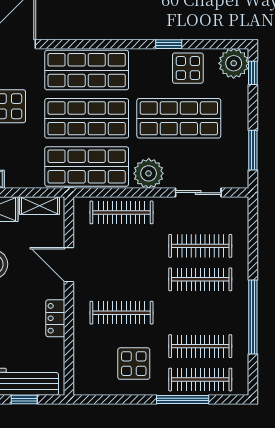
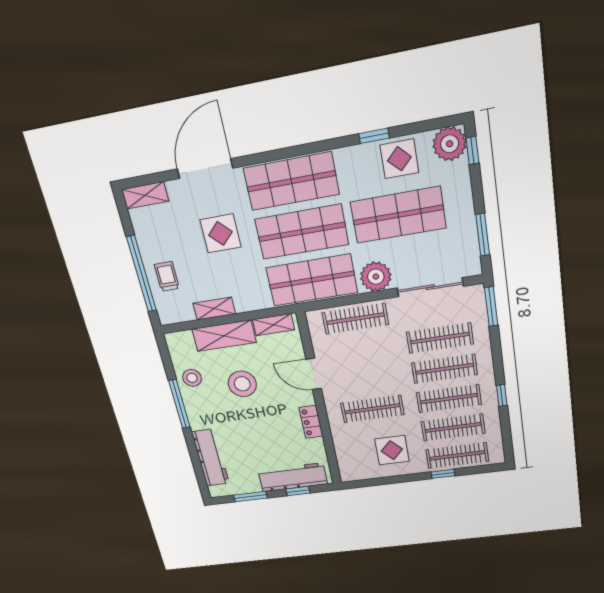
sliding door: (198, 193) -> (430, 287), width x1.37
window: (253, 221) -> (491, 307), added
clothes rail: (200, 313) -> (449, 399), added
window: (253, 317) -> (502, 395), width x0.32
window: (183, 399) -> (443, 474), width x0.46

